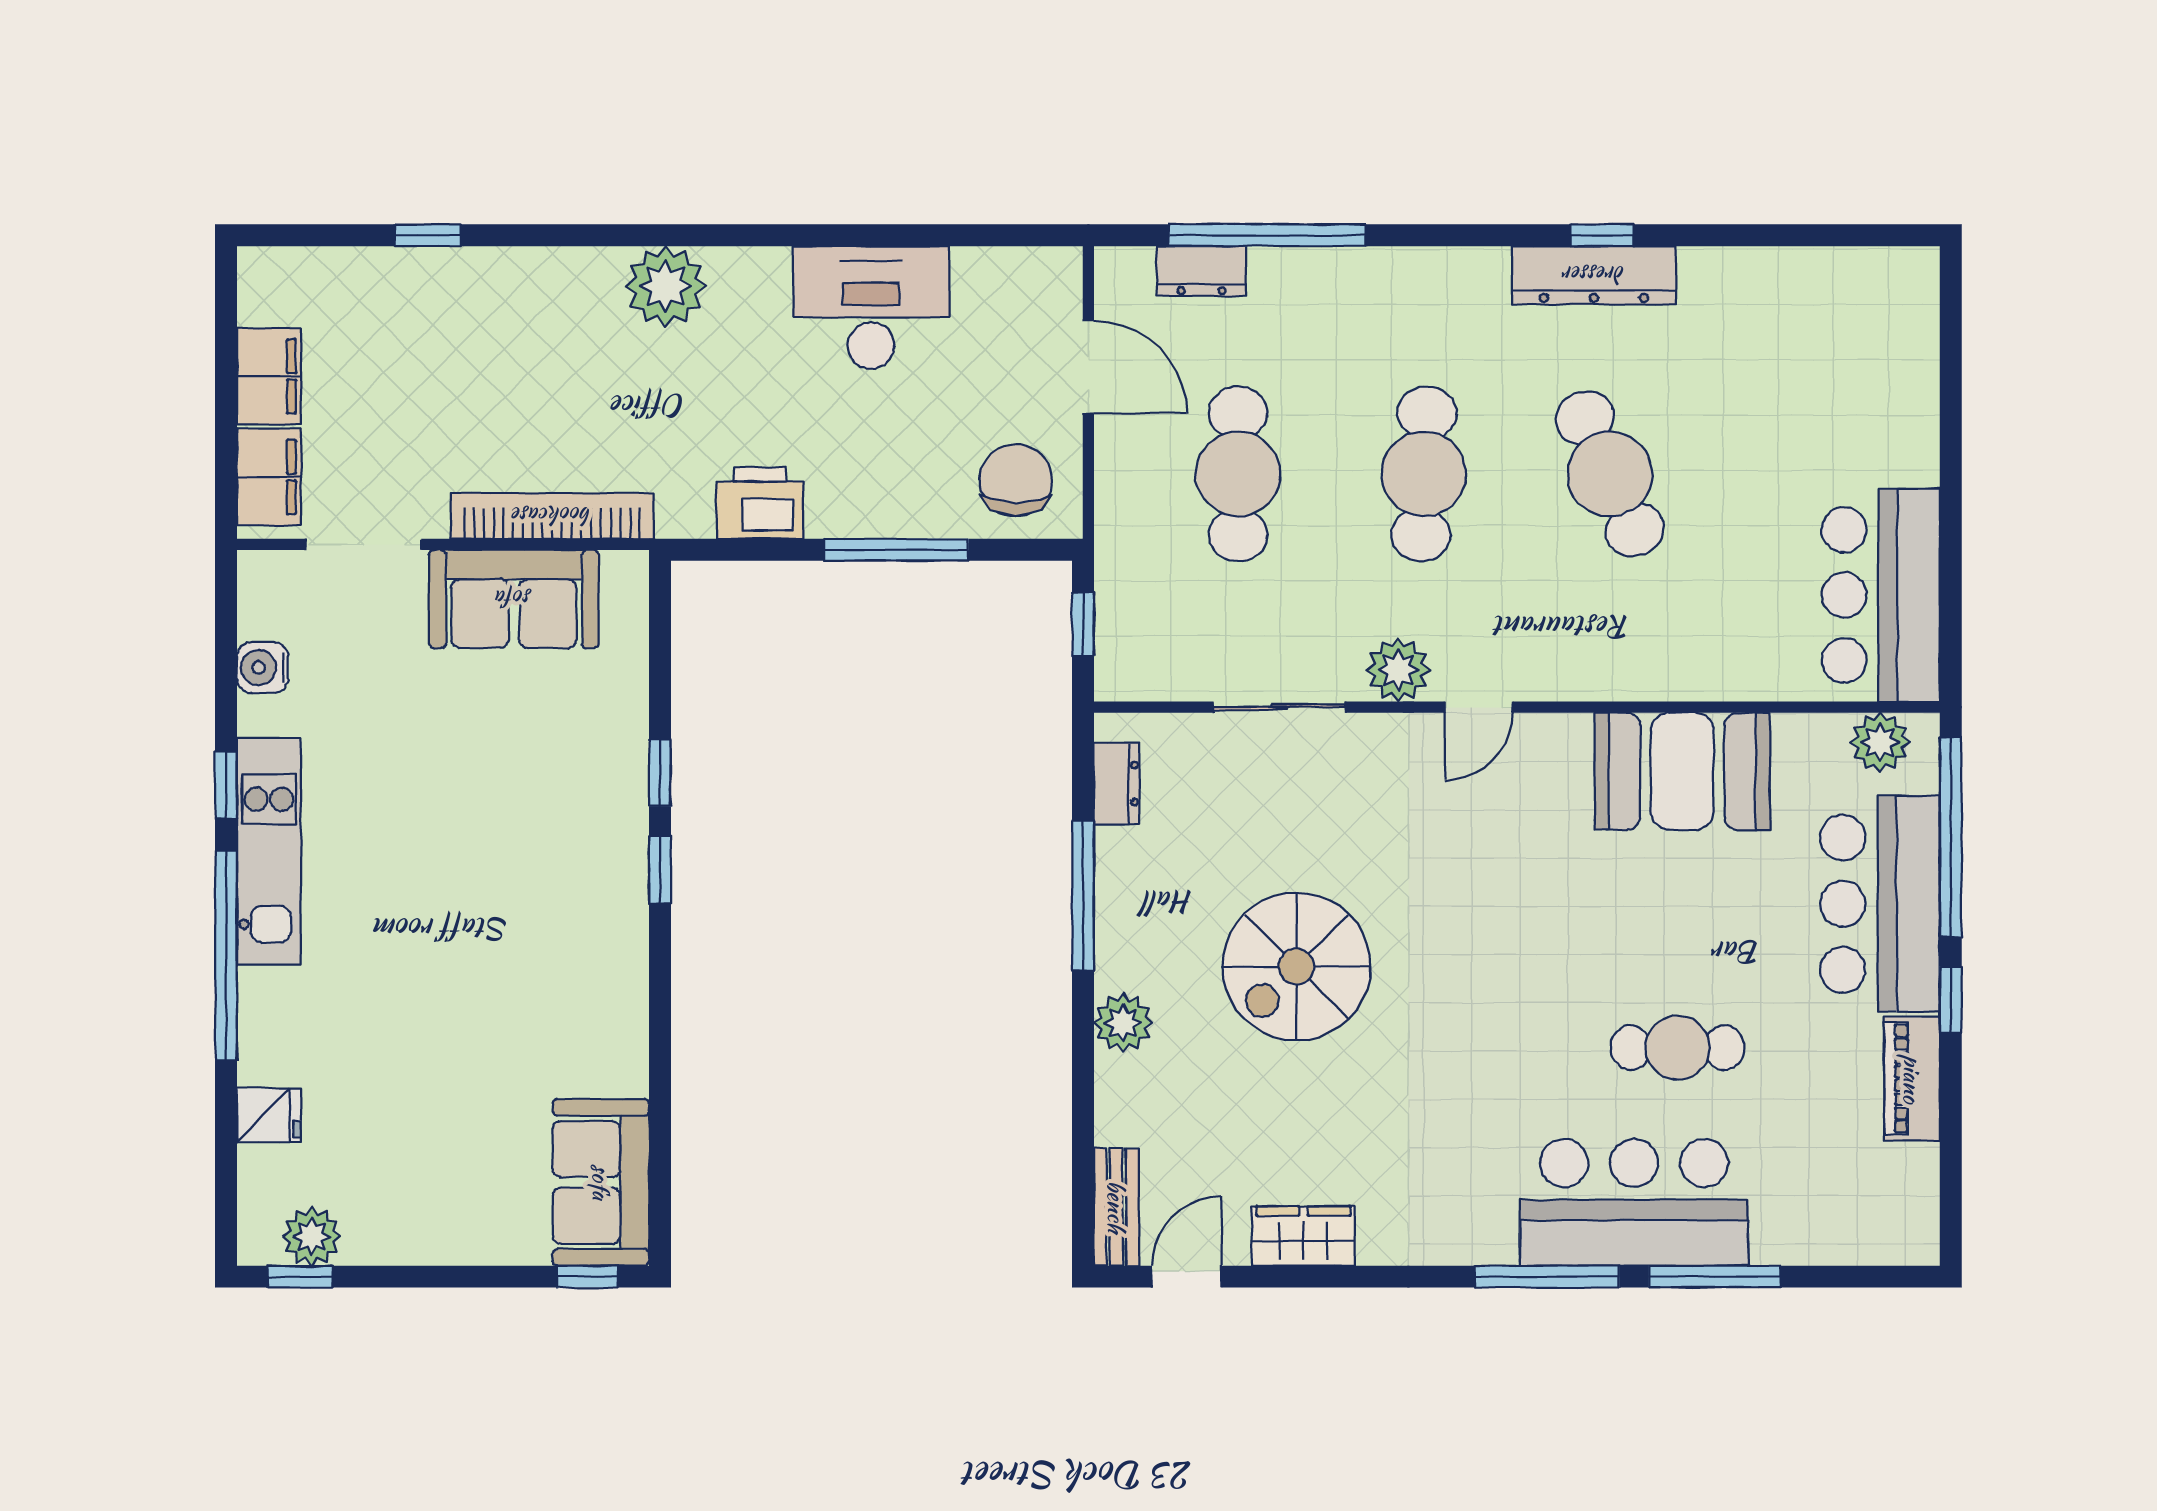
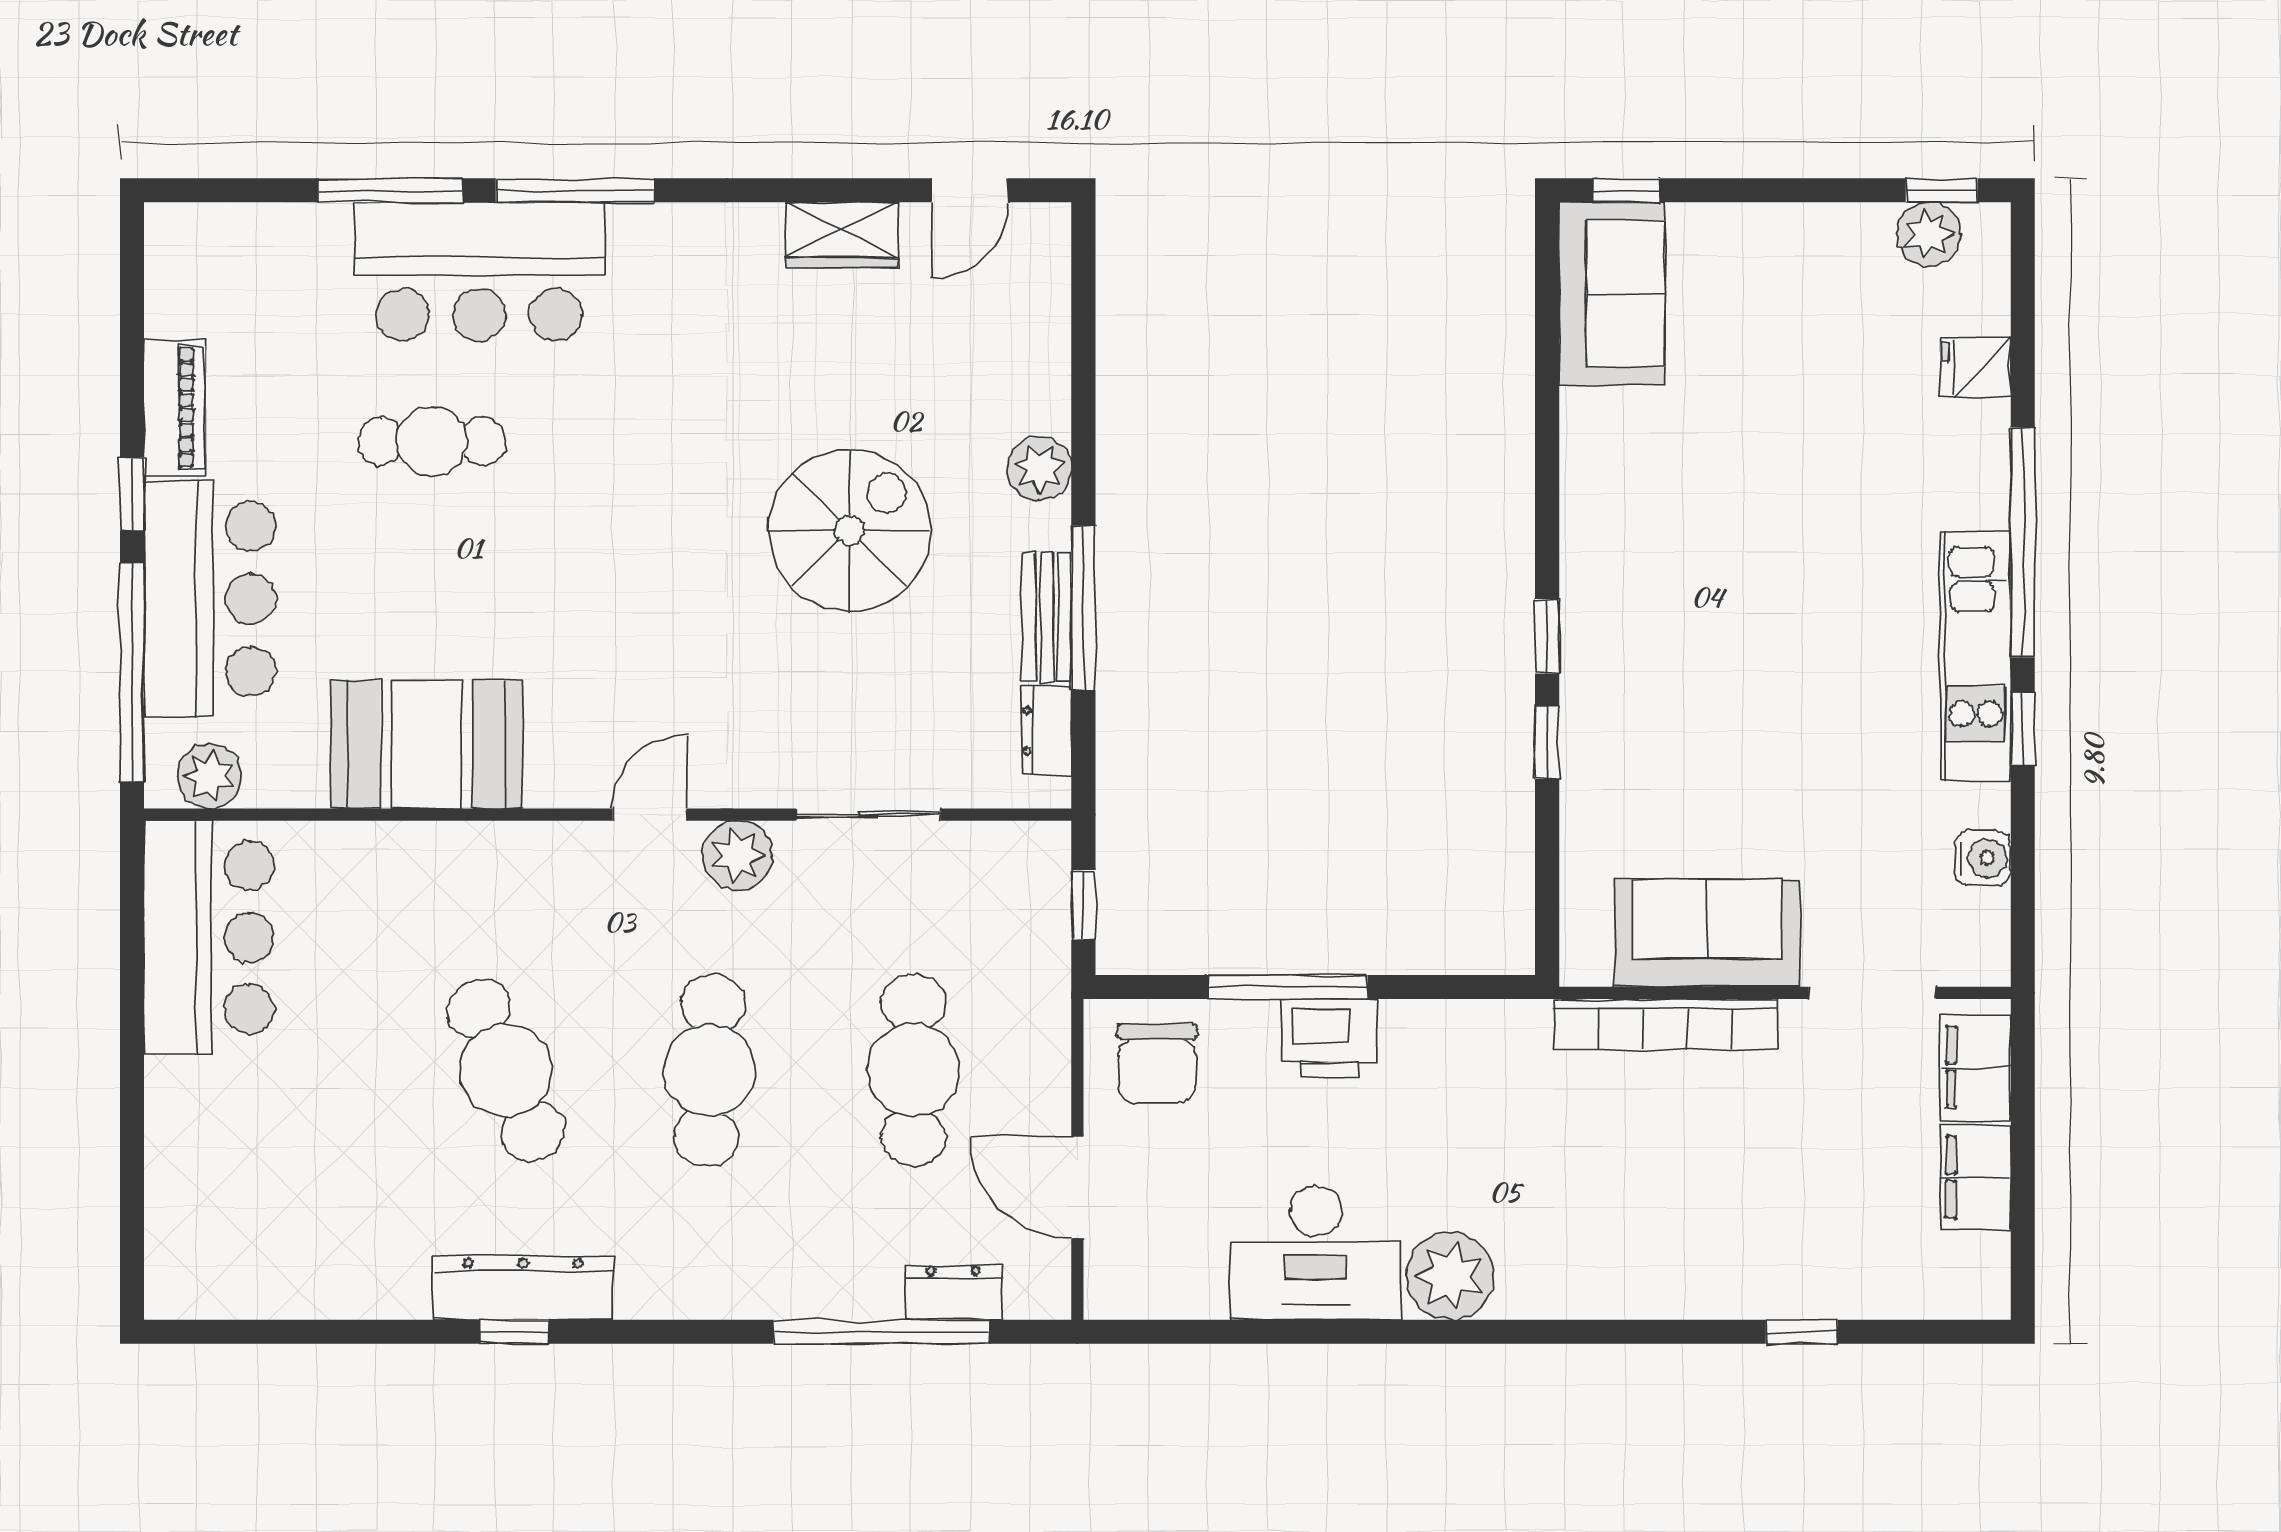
plant: (666, 286) -> (1450, 1276), moved
printer: (760, 503) -> (1329, 1038), moved
bench: (1116, 1207) -> (1047, 617), moved

